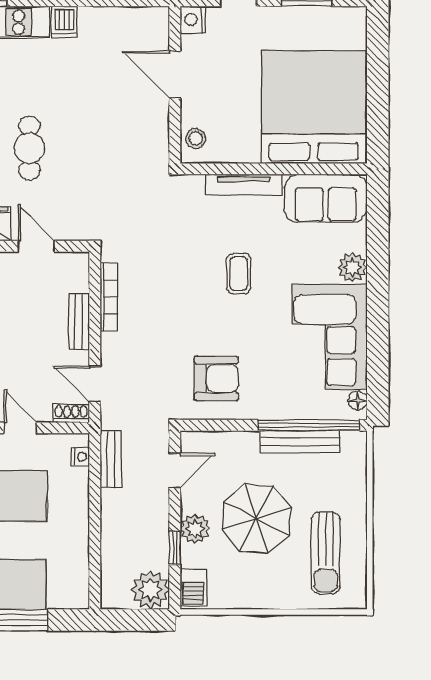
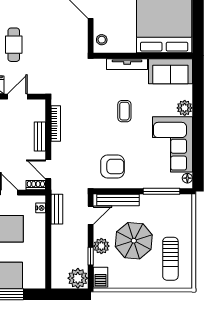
door: (36, 246) -> (17, 97), hinge flipped
window: (309, 425) -> (161, 191), width x0.68
bench: (300, 442) -> (118, 200), moved

